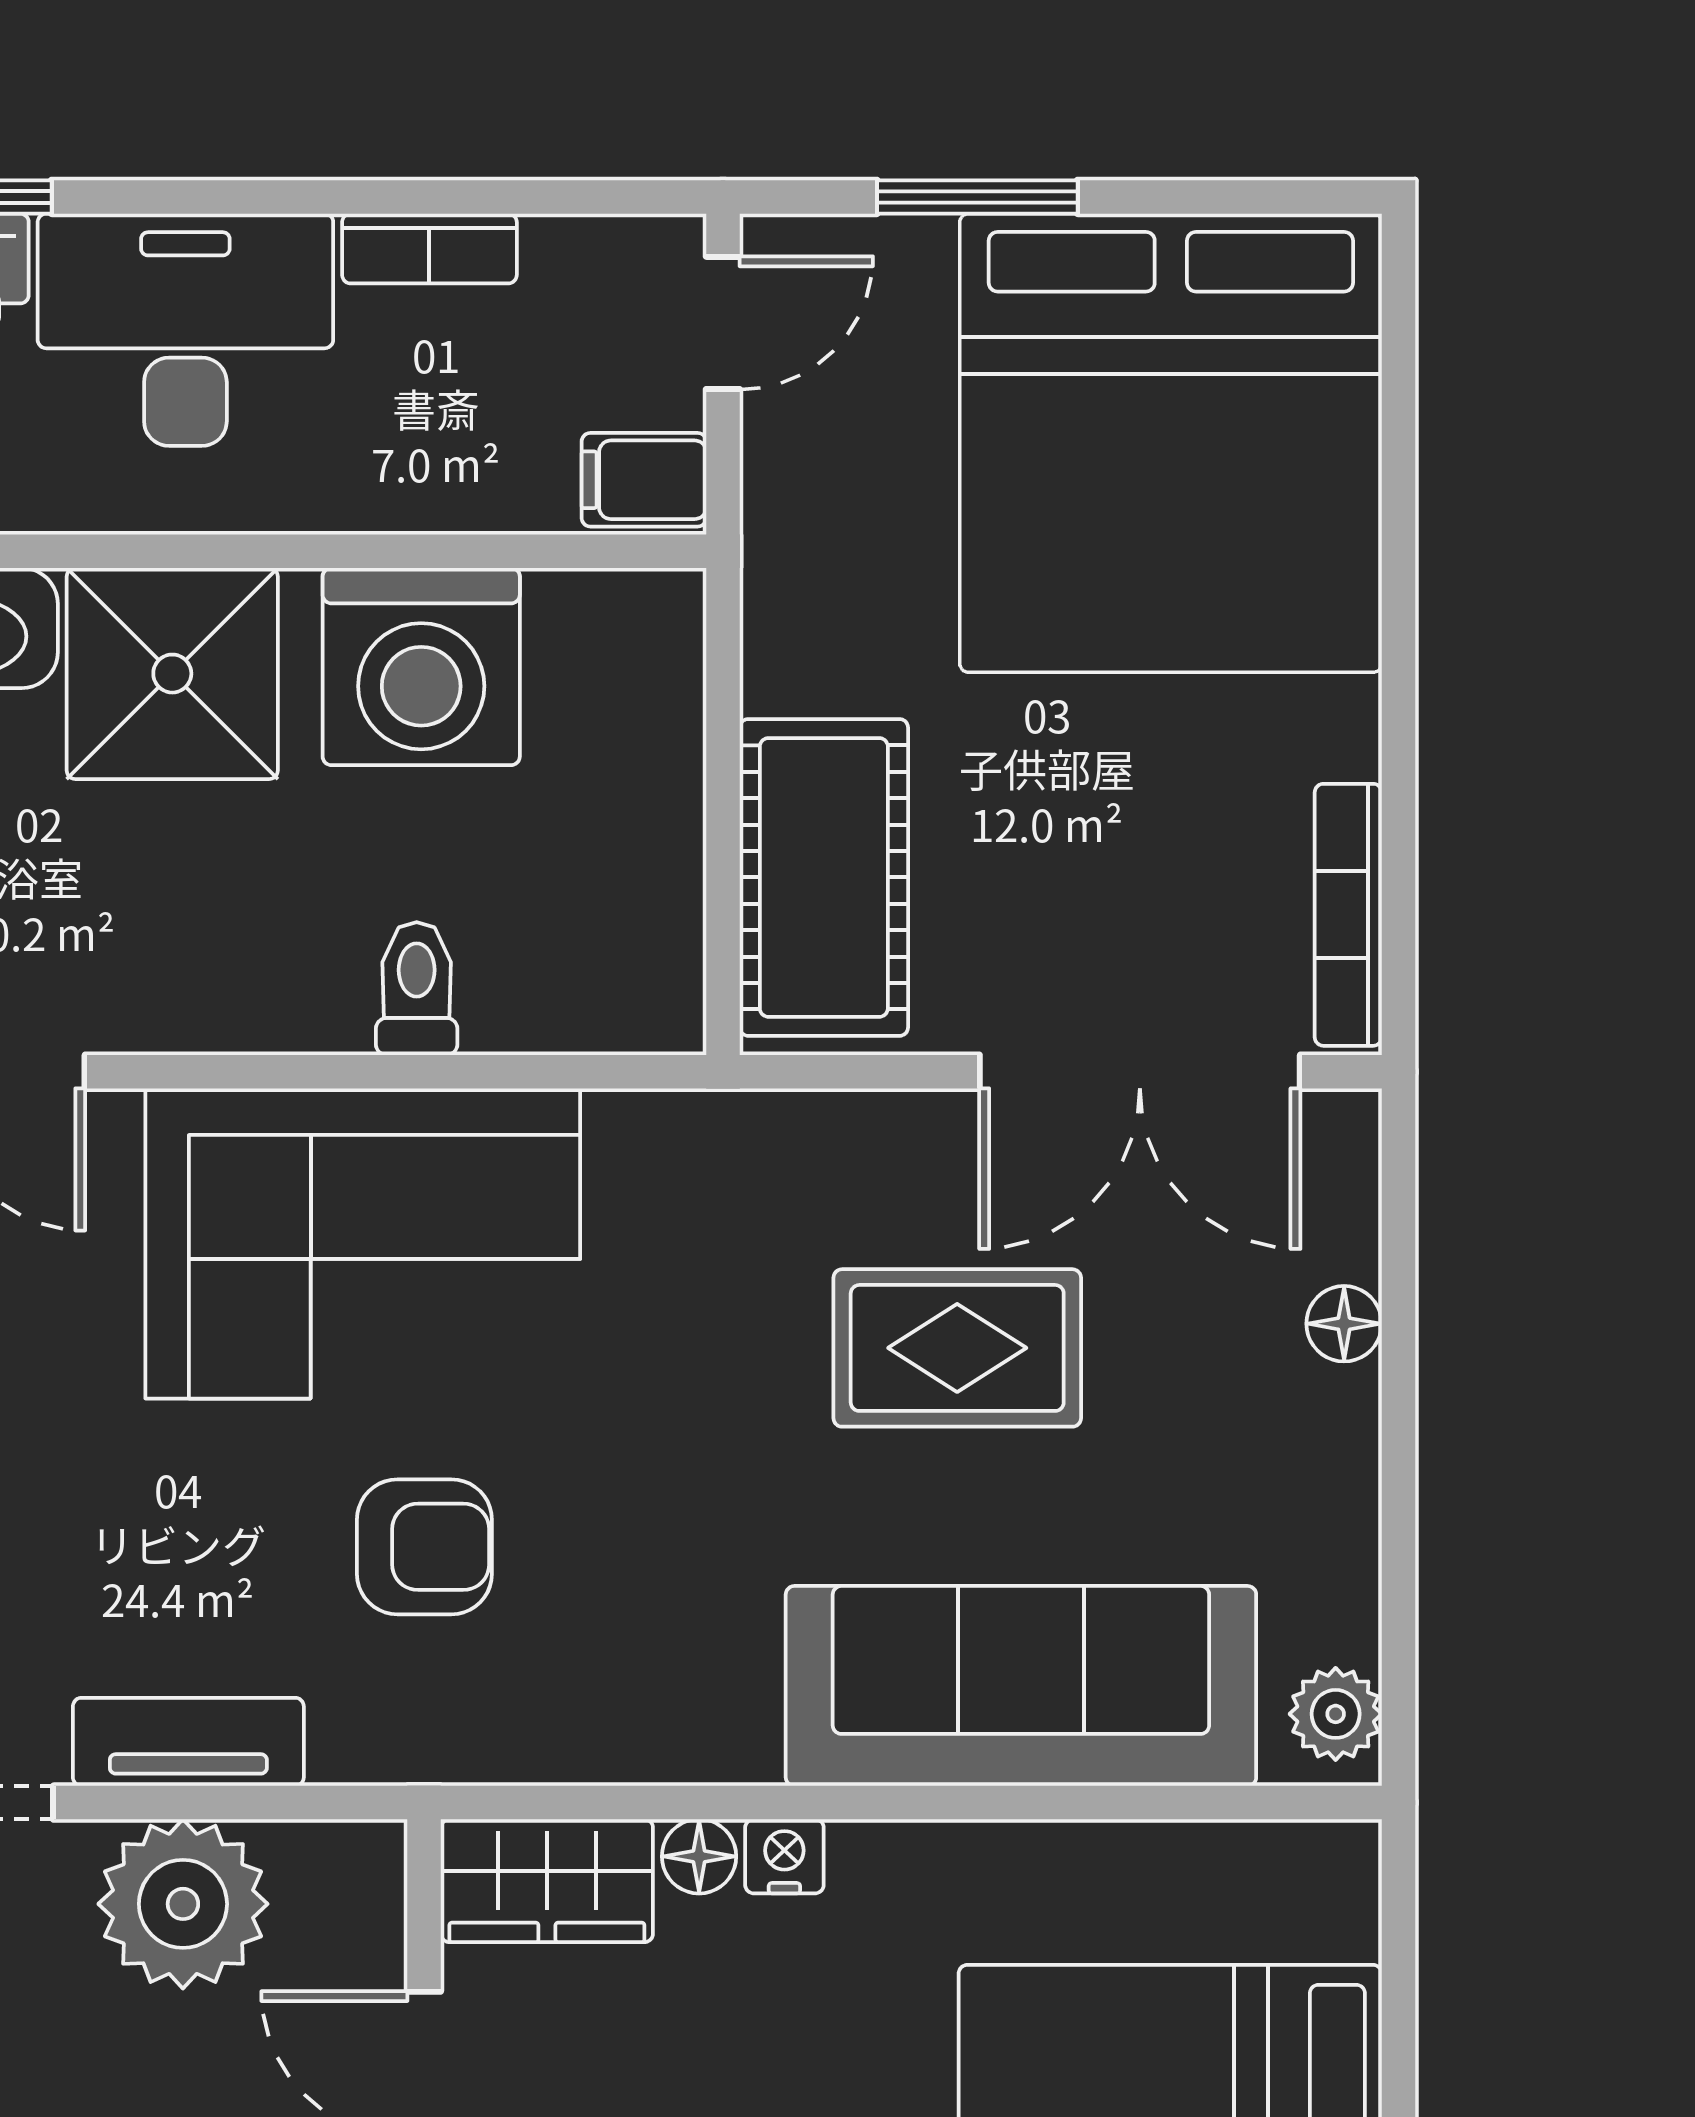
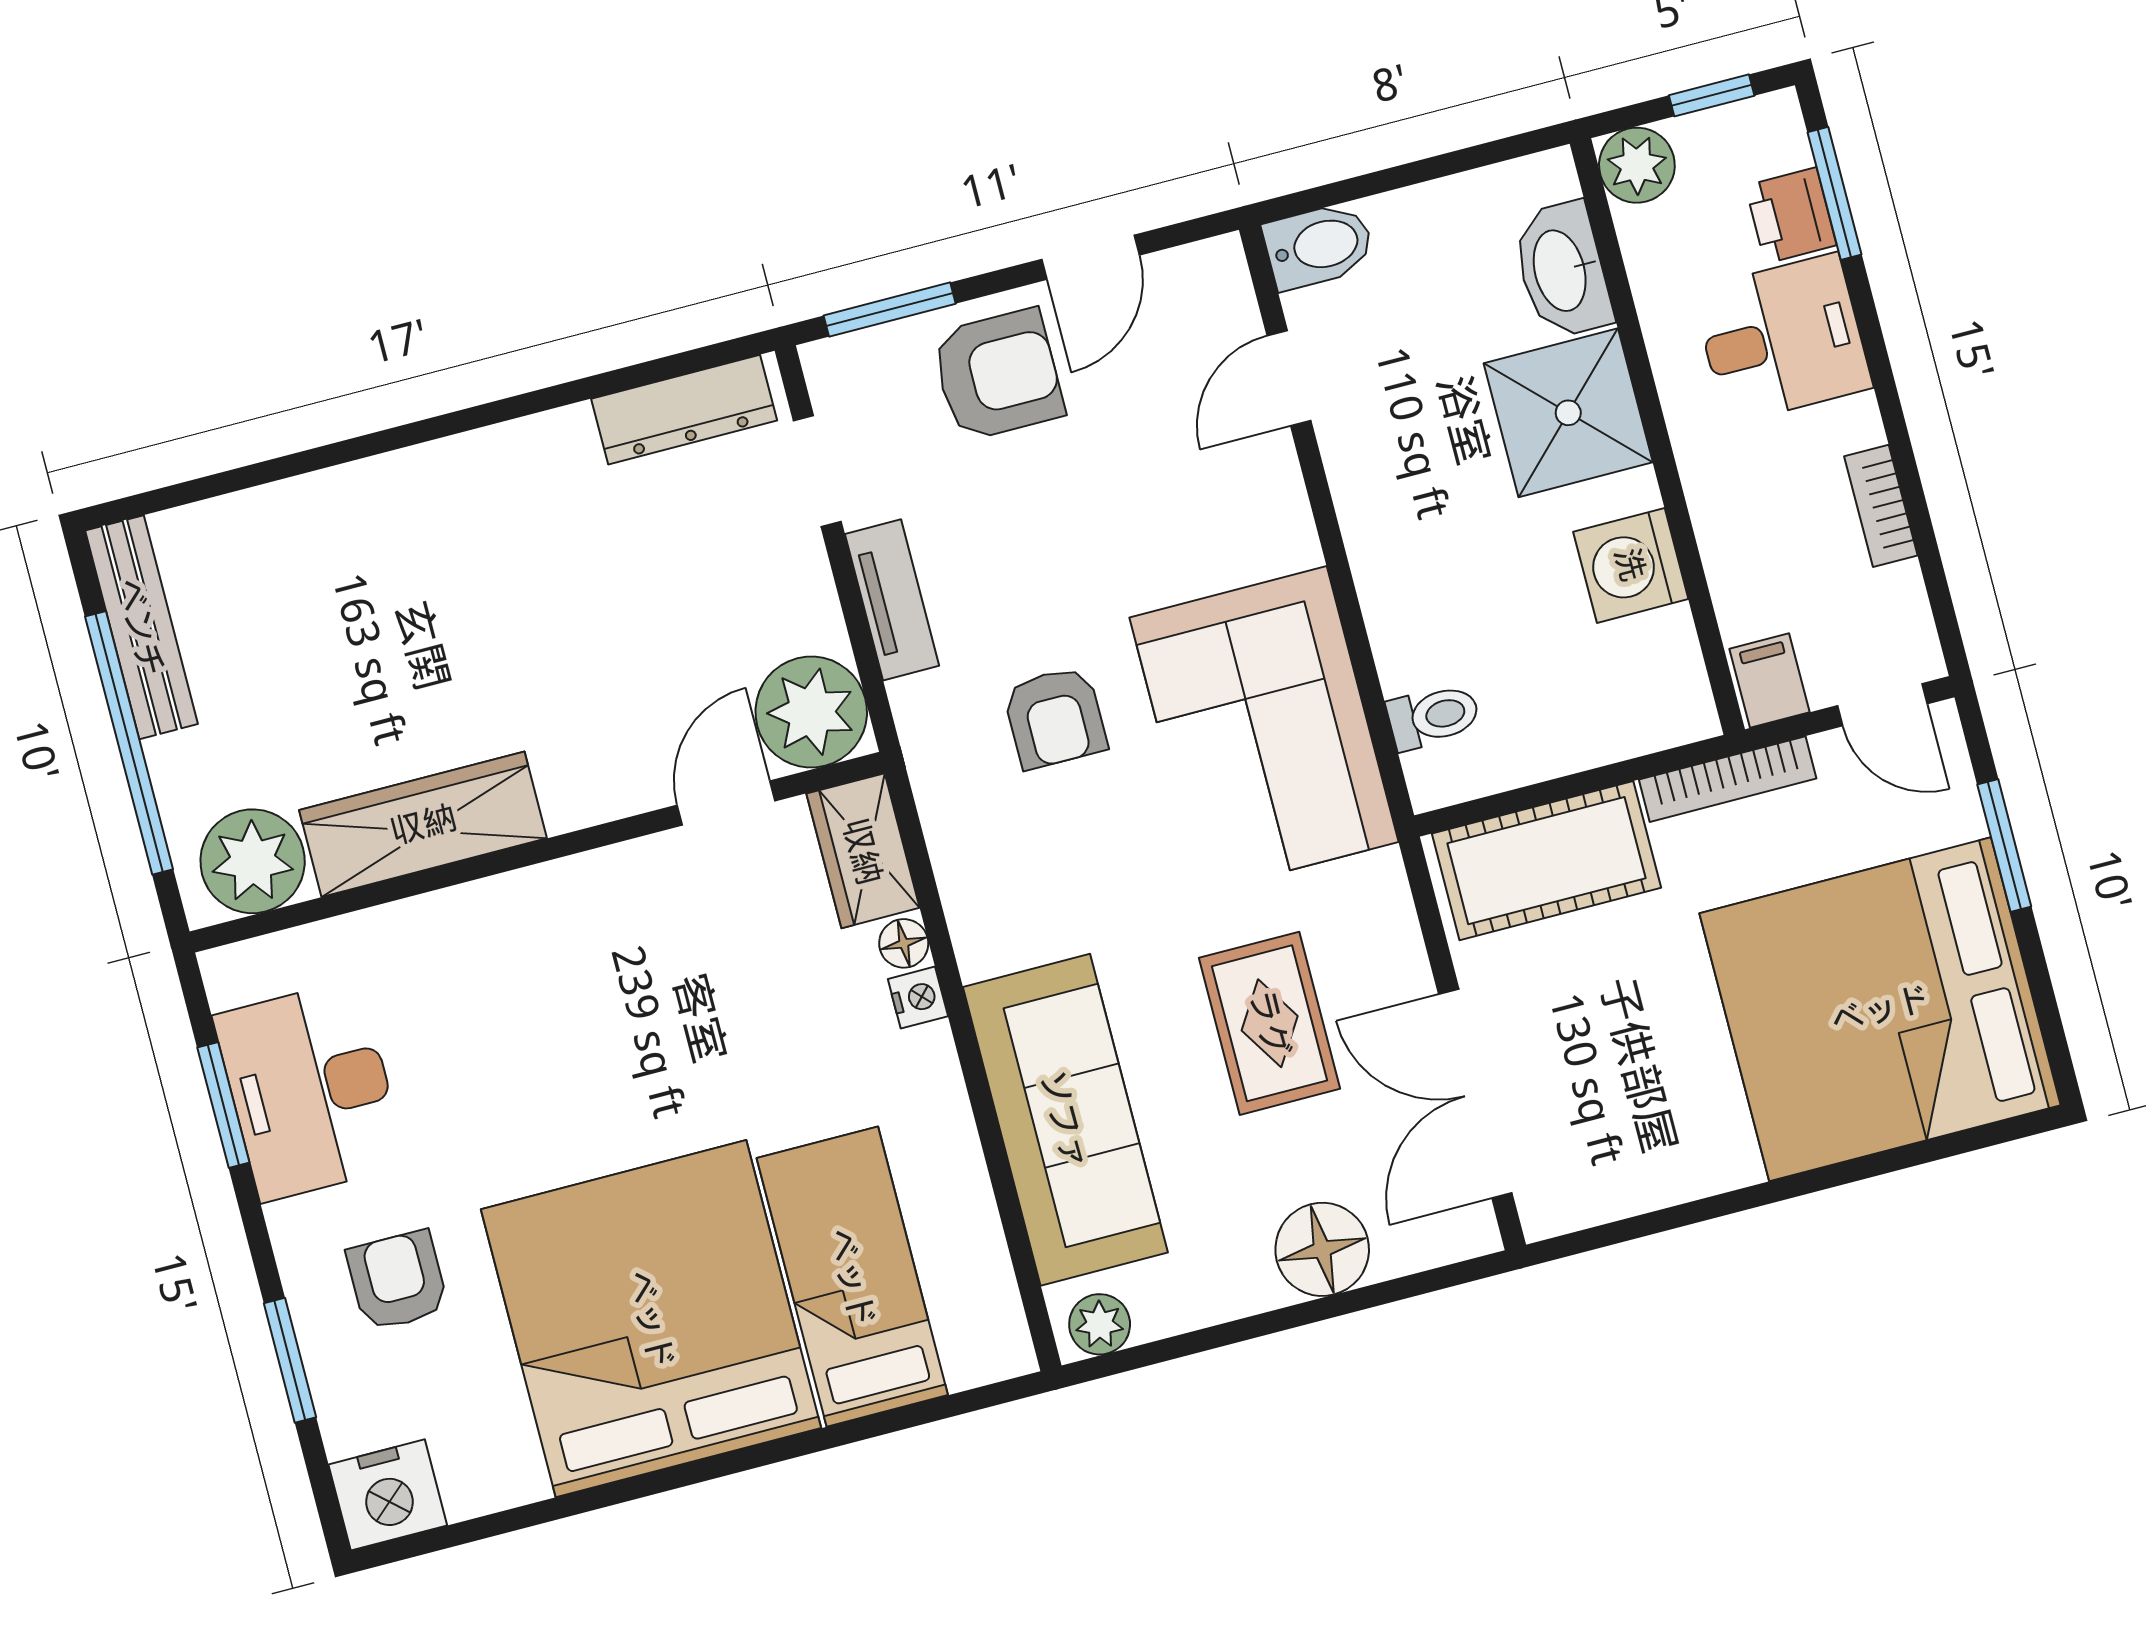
desk: (185, 330) -> (1782, 339), width x0.73
washing machine: (421, 667) -> (1631, 565), width x0.73, depth x0.73
bookcase: (1348, 915) -> (1728, 779), moved, turned 180
toilet: (417, 989) -> (1433, 716), moved
corner sofa: (363, 1243) -> (1264, 730), moved
floor lamp: (1344, 1324) -> (1322, 1249), width x1.89, depth x1.89
plant: (183, 1904) -> (811, 712), moved

